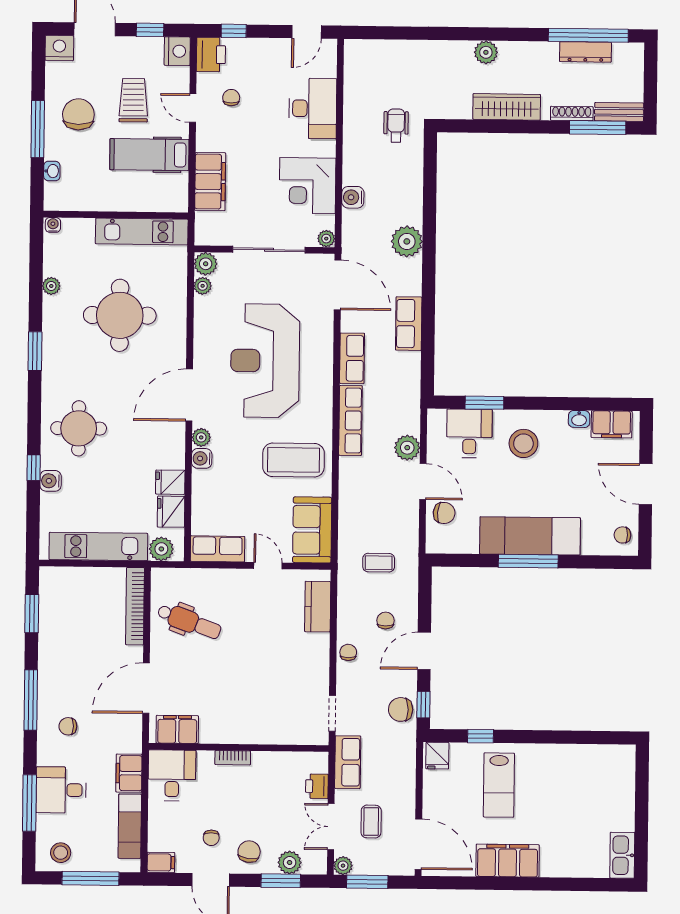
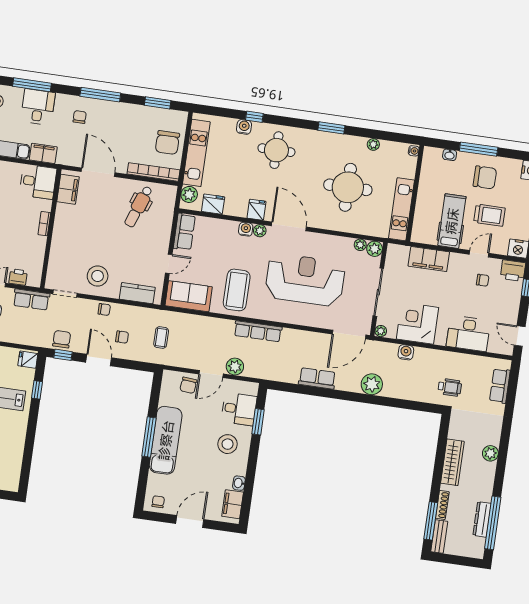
row of seats: (352, 358) -> (500, 386), moved, turned 90
fridge: (170, 482) -> (257, 210), moved
chair: (89, 591) -> (167, 143), added
stool: (300, 669) -> (98, 276), added

